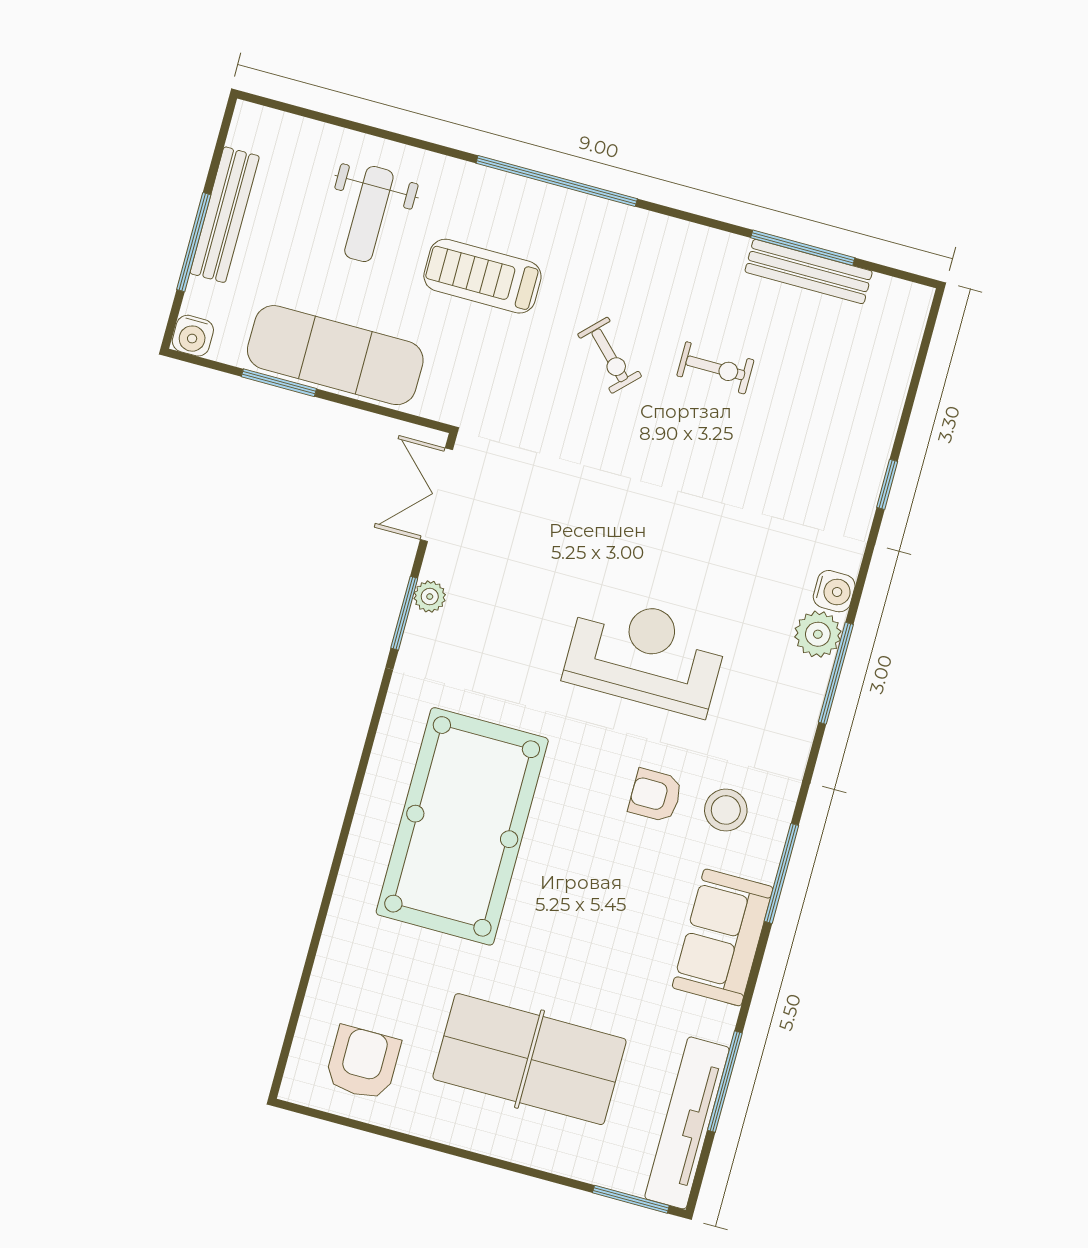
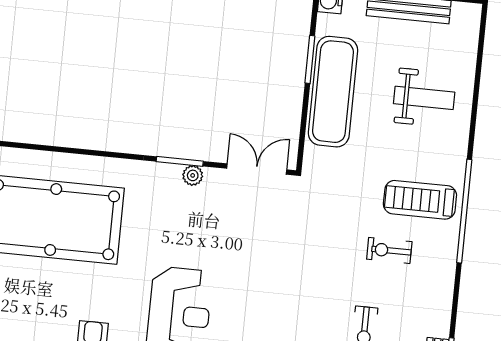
weight bench: (369, 214) -> (424, 98), turned 180
treadmill: (482, 276) -> (420, 200), moved, turned -90
exercise bike: (610, 355) -> (389, 250), moved, turned 45

